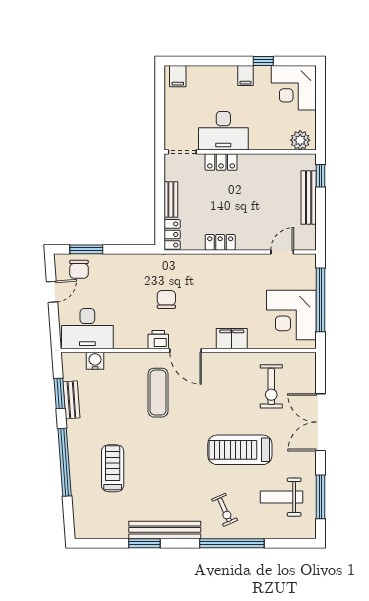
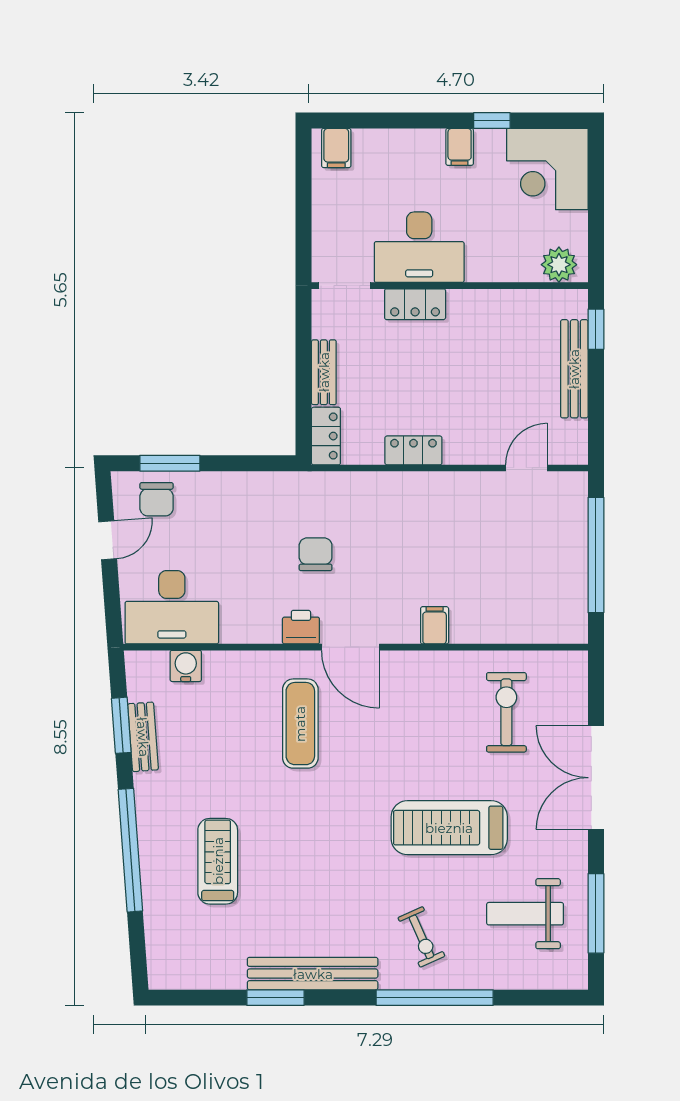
corner desk: (291, 315) -> (543, 583), removed
filing cabinet: (232, 339) -> (435, 625), width x0.50
exercise bike: (271, 386) -> (506, 712), turned 180

